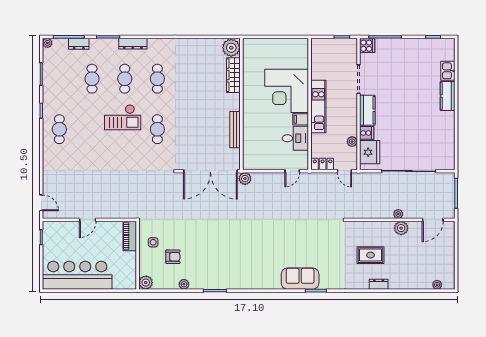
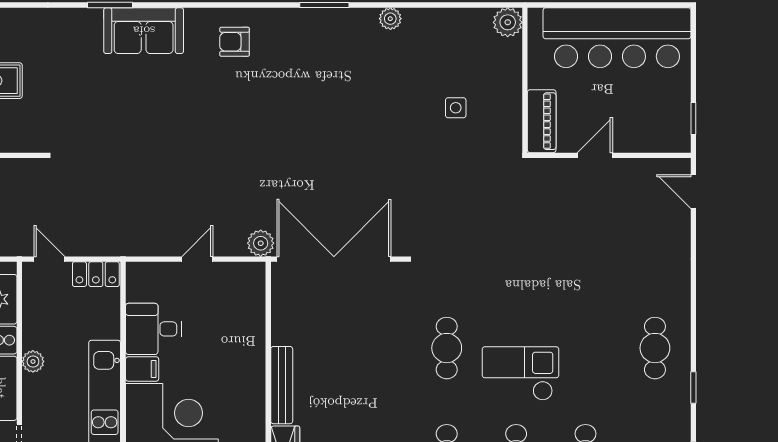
bench: (235, 130) -> (282, 385), moved
plant: (352, 142) -> (33, 361), moved
door: (292, 171) -> (197, 259), moved
piano: (130, 236) -> (542, 121), moved
wall: (138, 255) -> (525, 80), moved
armchair: (173, 257) -> (235, 42), moved
plant: (146, 283) -> (508, 22), moved

